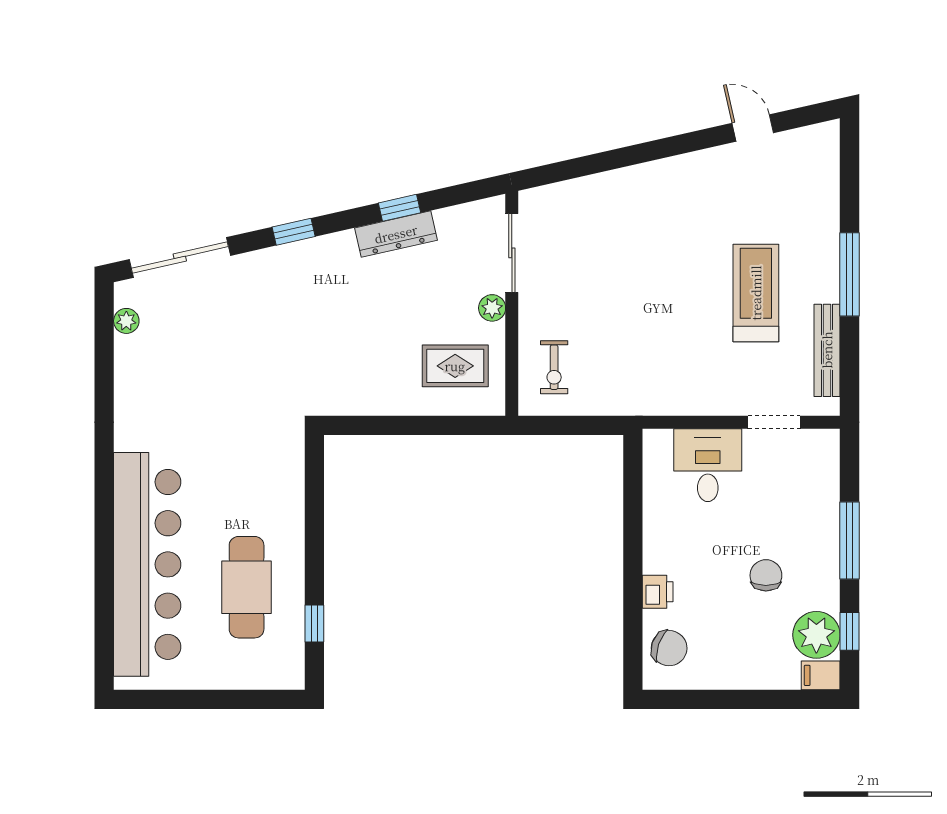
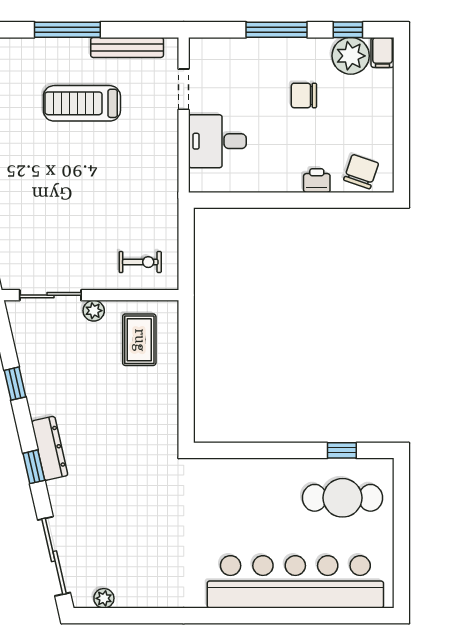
dresser: (396, 234) -> (50, 448), moved
cafe table: (247, 587) -> (343, 498), moved

